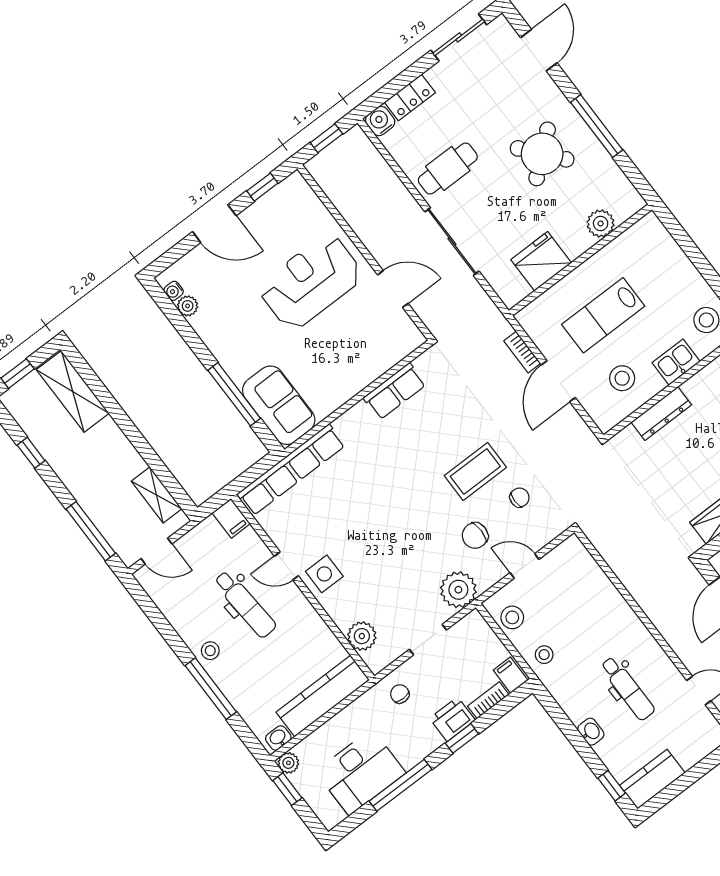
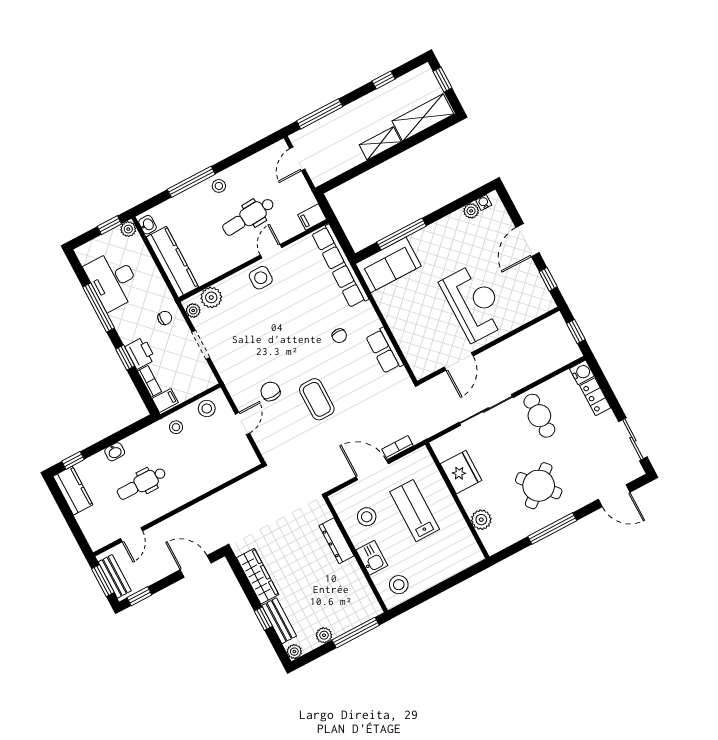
shelving: (157, 495) -> (380, 143), moved
chair: (520, 498) -> (339, 336), moved
plant: (458, 590) -> (193, 310), moved, width x0.53, depth x0.53

